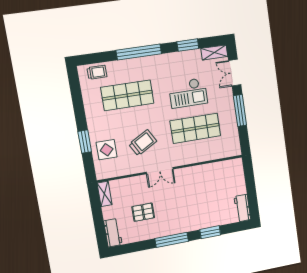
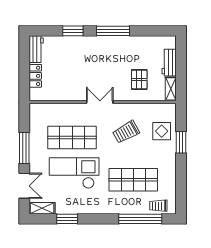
window: (139, 52) -> (140, 219), moved
checkout: (188, 93) -> (74, 173), width x1.36, depth x1.21
double door: (160, 171) -> (100, 102), moved
locker: (240, 182) -> (35, 76), added
pallet: (143, 212) -> (139, 79), moved, turned 90
workbench: (113, 233) -> (169, 63), moved

